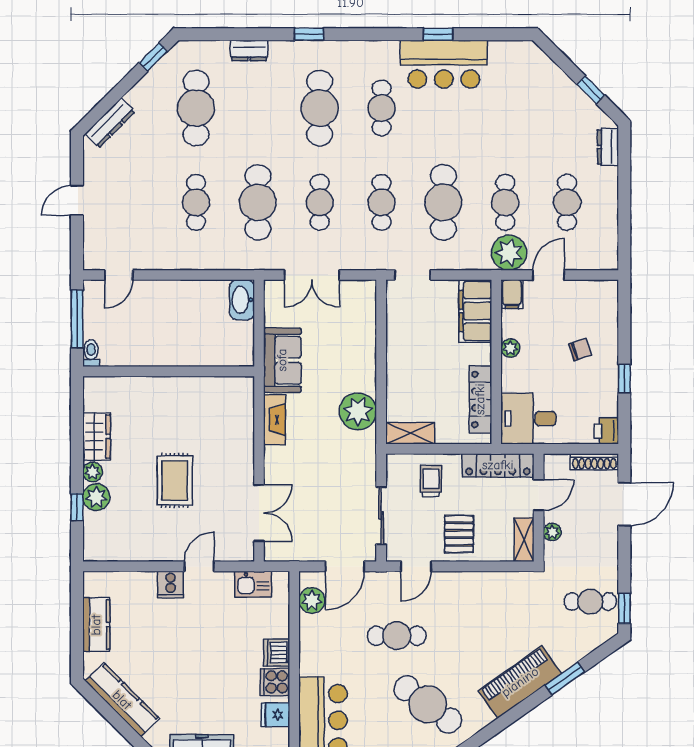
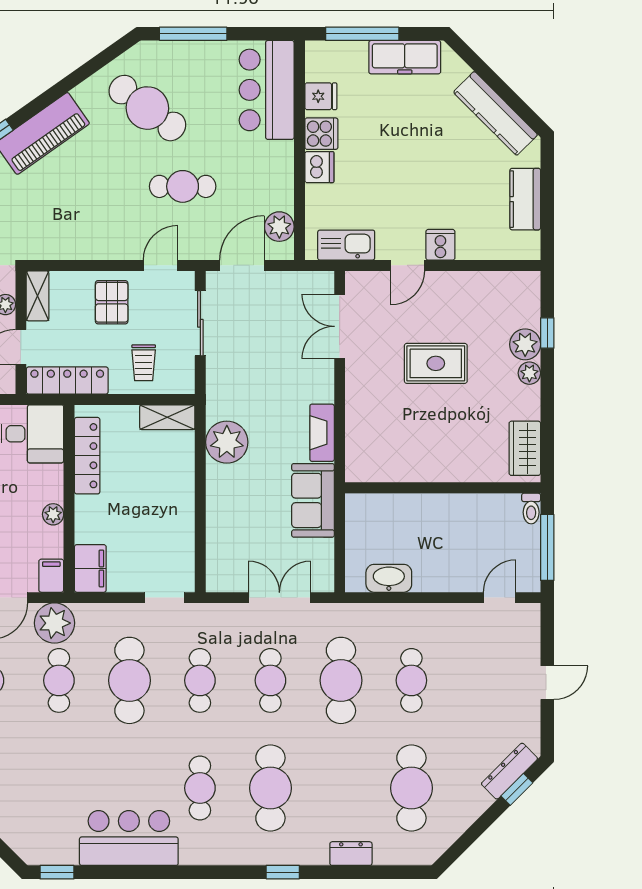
window: (438, 34) -> (57, 872), moved
window: (153, 57) -> (517, 789), moved
washbasin: (242, 300) -> (389, 578), moved, turned -90
filing cabinet: (475, 311) -> (90, 568), width x0.67, depth x0.86
wardrobe: (97, 436) -> (525, 448), moved
rug: (175, 480) -> (436, 363), turned 90
kitchen sink: (253, 584) -> (346, 245), width x1.38

